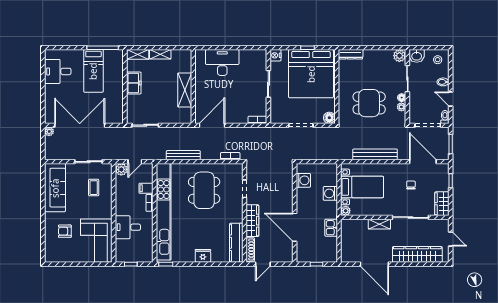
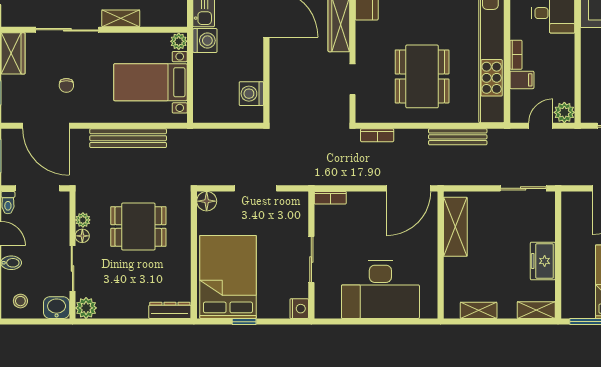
shelving: (160, 54) -> (479, 310), moved
desk: (222, 63) -> (380, 289), width x1.36, depth x1.30
bed: (311, 74) -> (228, 277), width x0.73
shelving: (185, 90) -> (455, 227), moved
washing machine: (330, 193) -> (205, 41), moved

